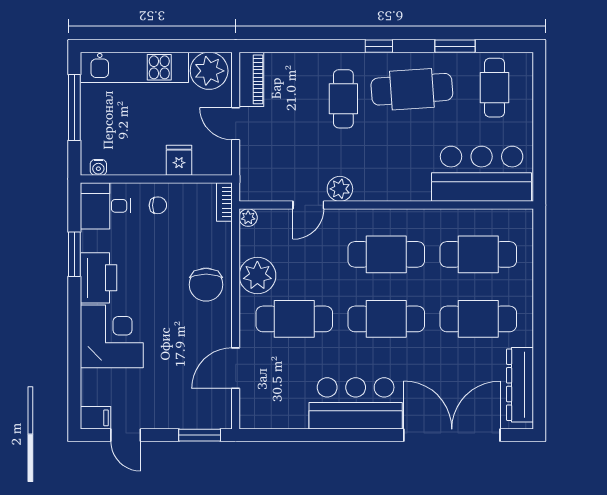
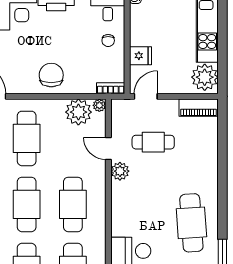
window: (379, 46) -> (222, 199), removed
cafe table: (343, 99) -> (153, 142), moved
door: (236, 124) -> (146, 96), moved
plant: (257, 275) -> (78, 112), moved
chair: (206, 285) -> (51, 75), turned 90

